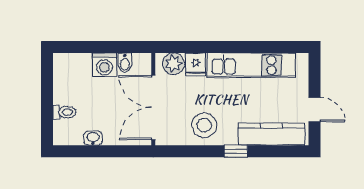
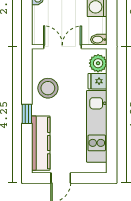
bidet: (125, 63) -> (99, 40), moved
double door: (153, 107) -> (62, 47), width x0.73

